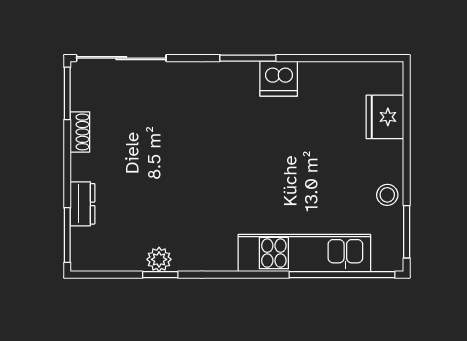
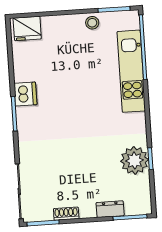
fridge: (385, 117) -> (27, 28), moved
plant: (159, 259) -> (134, 160), width x1.87, depth x1.87

